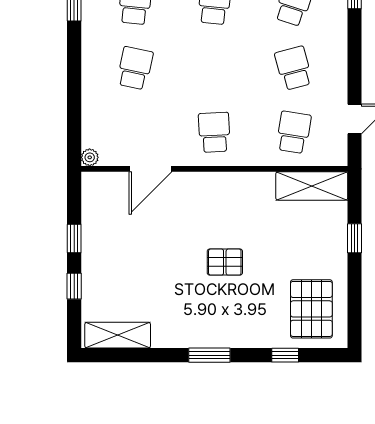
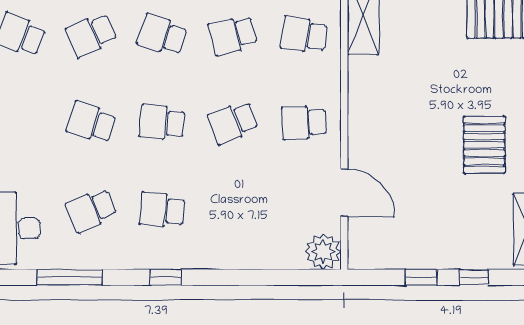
school desk: (135, 68) -> (233, 122), moved, turned -33
plant: (90, 157) -> (323, 252), width x1.88, depth x1.88
pallet: (225, 262) -> (484, 145), moved, width x1.50, depth x1.42

